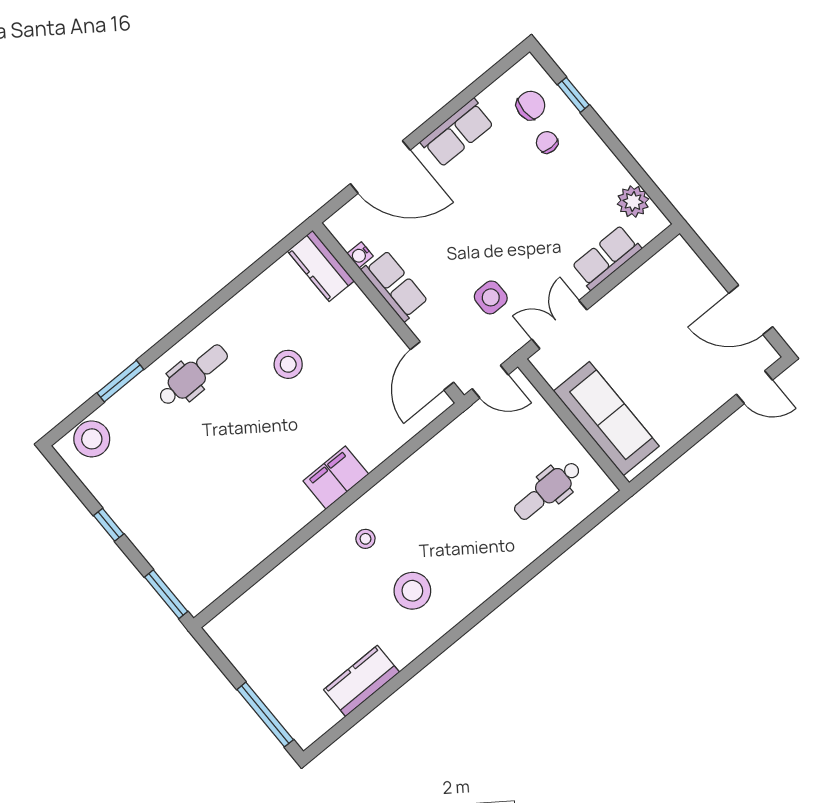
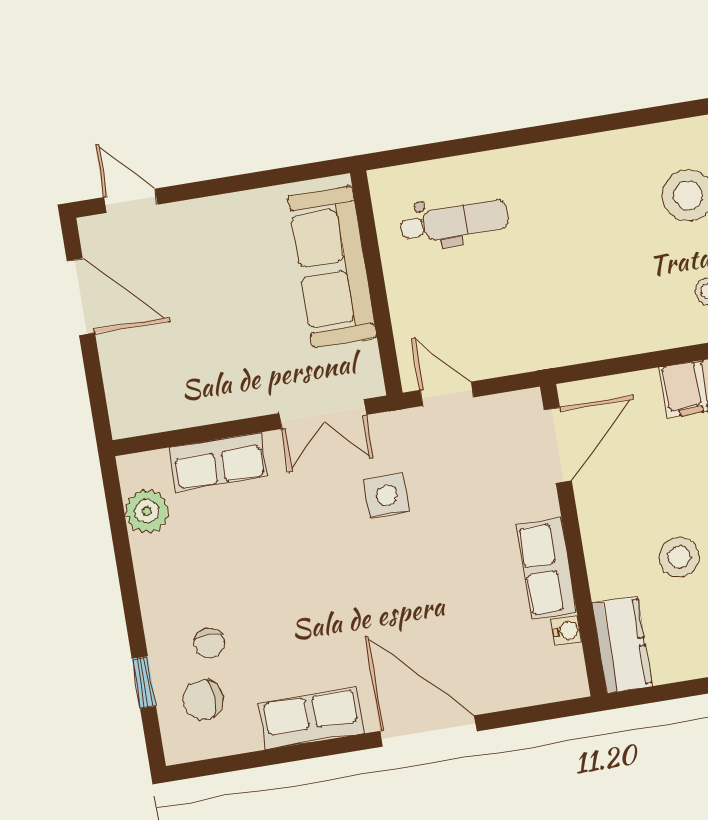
water cooler: (360, 255) -> (567, 631), moved
kitchen counter: (321, 266) -> (622, 645), moved
row of seats: (395, 286) -> (547, 568), moved
wall: (388, 313) -> (573, 540), moved
door: (432, 366) -> (558, 445), moved

